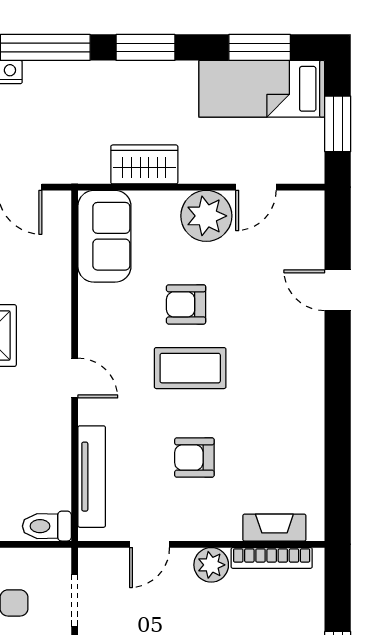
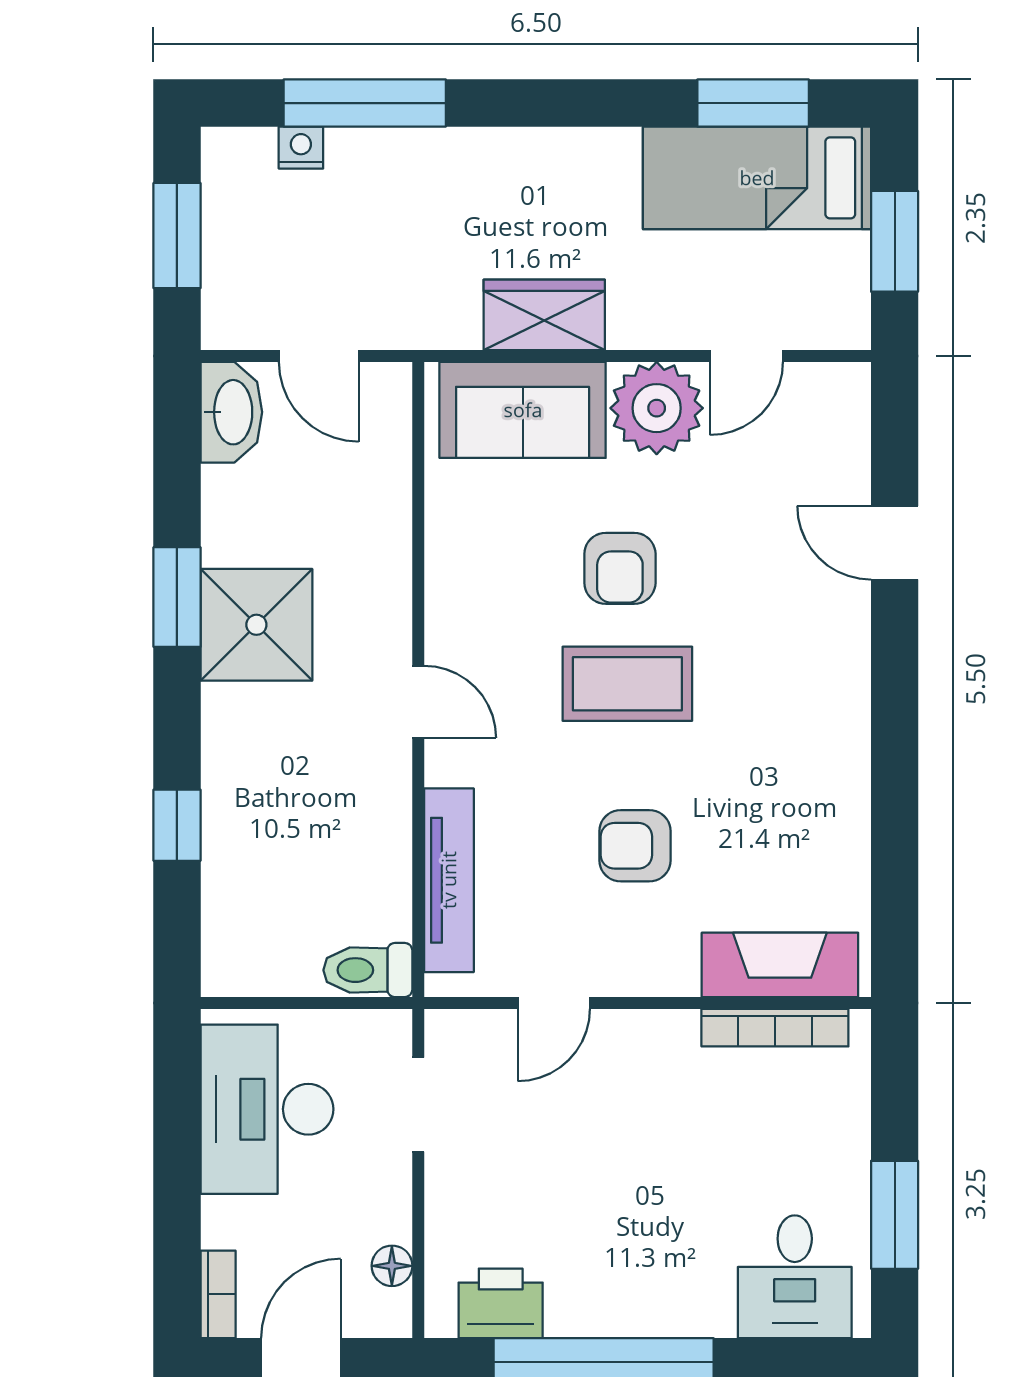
window: (145, 47) -> (546, 103), removed
sofa: (104, 236) -> (523, 410), moved, turned 90
armchair: (186, 304) -> (620, 568), turned -90
fireplace: (274, 528) -> (780, 965), width x1.37, depth x1.32
plant: (211, 565) -> (665, 1040), removed

